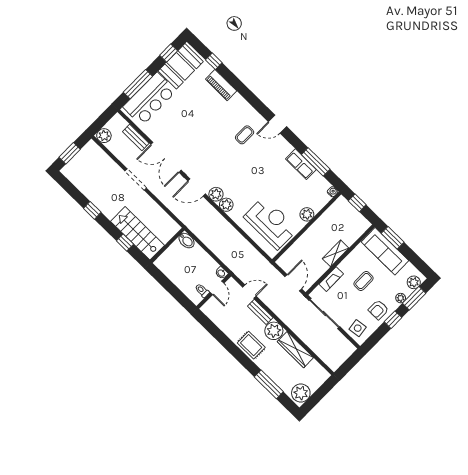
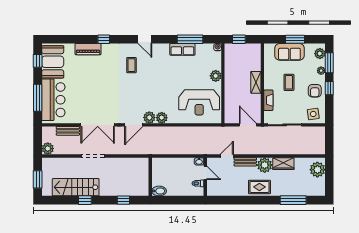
window: (214, 61) -> (104, 39), moved
door: (277, 124) -> (145, 39), hinge flipped
reception desk: (271, 223) -> (199, 102), turned 180
stairs: (137, 233) -> (76, 187), moved
window: (393, 238) -> (295, 39), moved
bidet: (187, 241) -> (159, 191), moved
sofa: (385, 251) -> (289, 52), width x0.73
wardrobe: (295, 350) -> (283, 164), width x0.67
plant: (301, 393) -> (317, 170), moved

